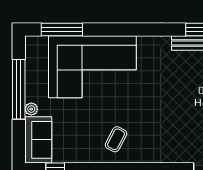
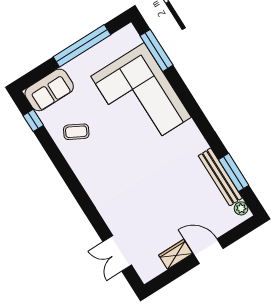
plant: (31, 109) -> (72, 67), removed
coffee table: (116, 139) -> (76, 132), moved

